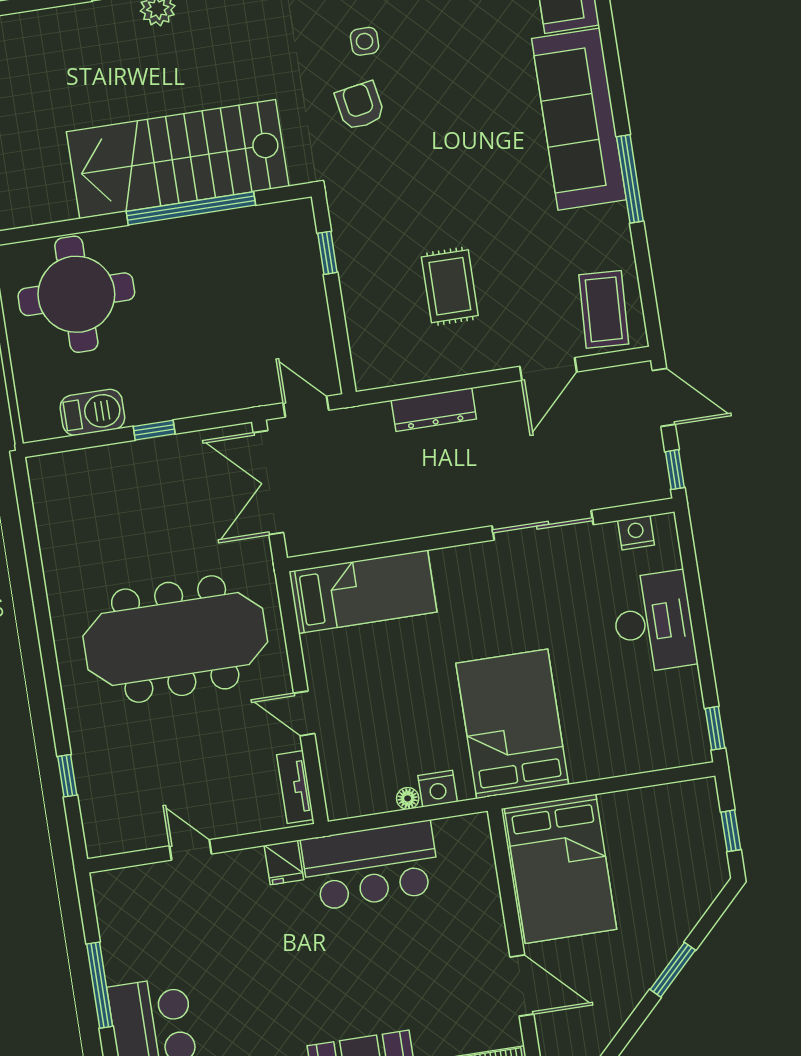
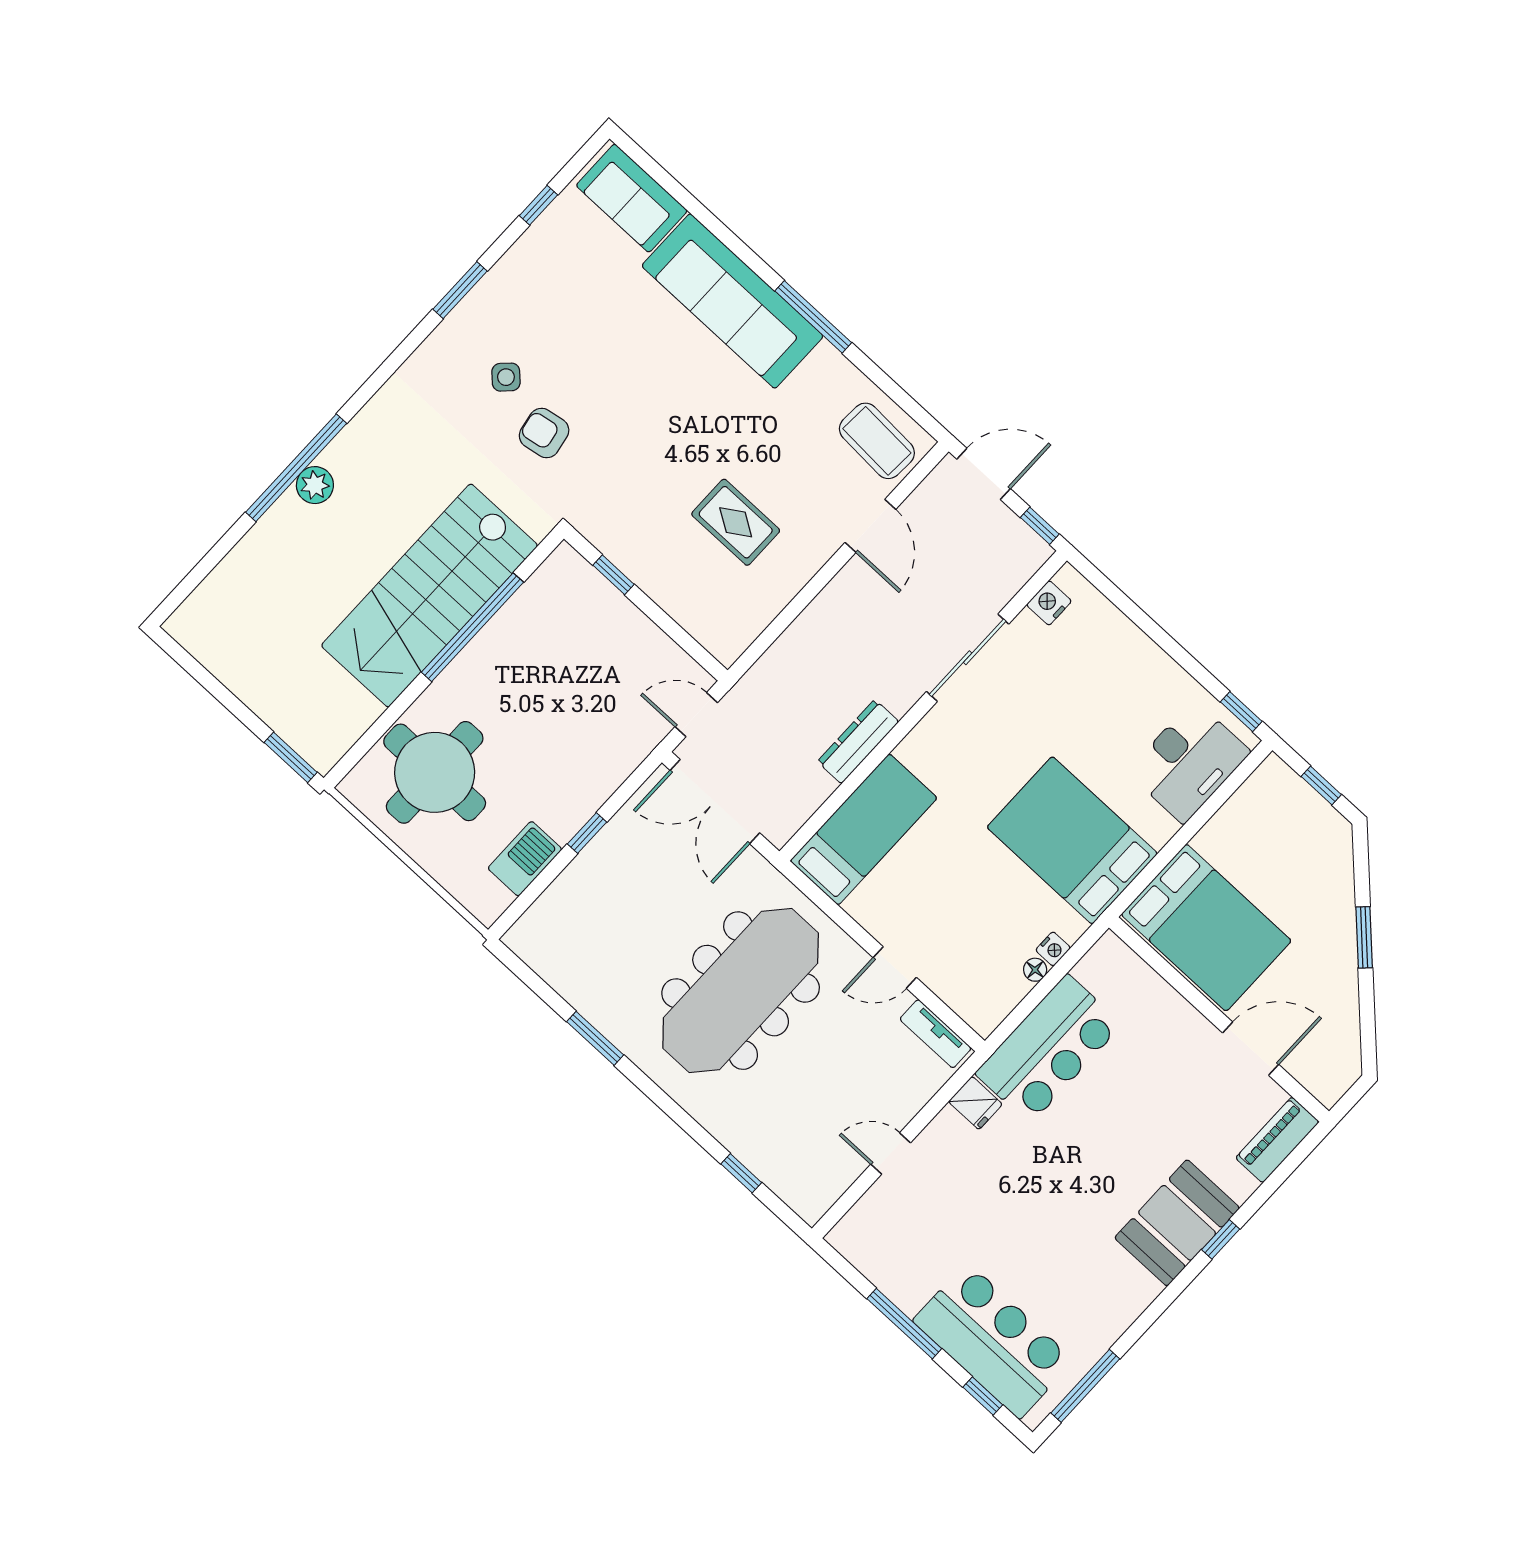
side table: (365, 41) -> (506, 377), turned 45
dresser: (434, 410) -> (858, 742), moved, turned 180
window: (38, 588) -> (595, 1038), added
desk: (654, 622) -> (1189, 762), moved, turned 90
nightstand: (438, 789) -> (1053, 949), width x0.72, depth x0.74

